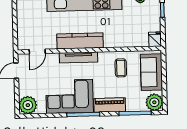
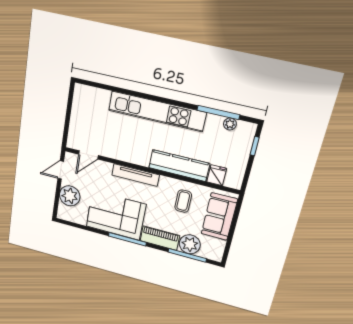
fridge: (155, 39) -> (217, 175), moved
kitchen counter: (80, 41) -> (179, 166), moved
plant: (154, 102) -> (190, 244), moved
plant: (28, 105) -> (70, 196), moved

